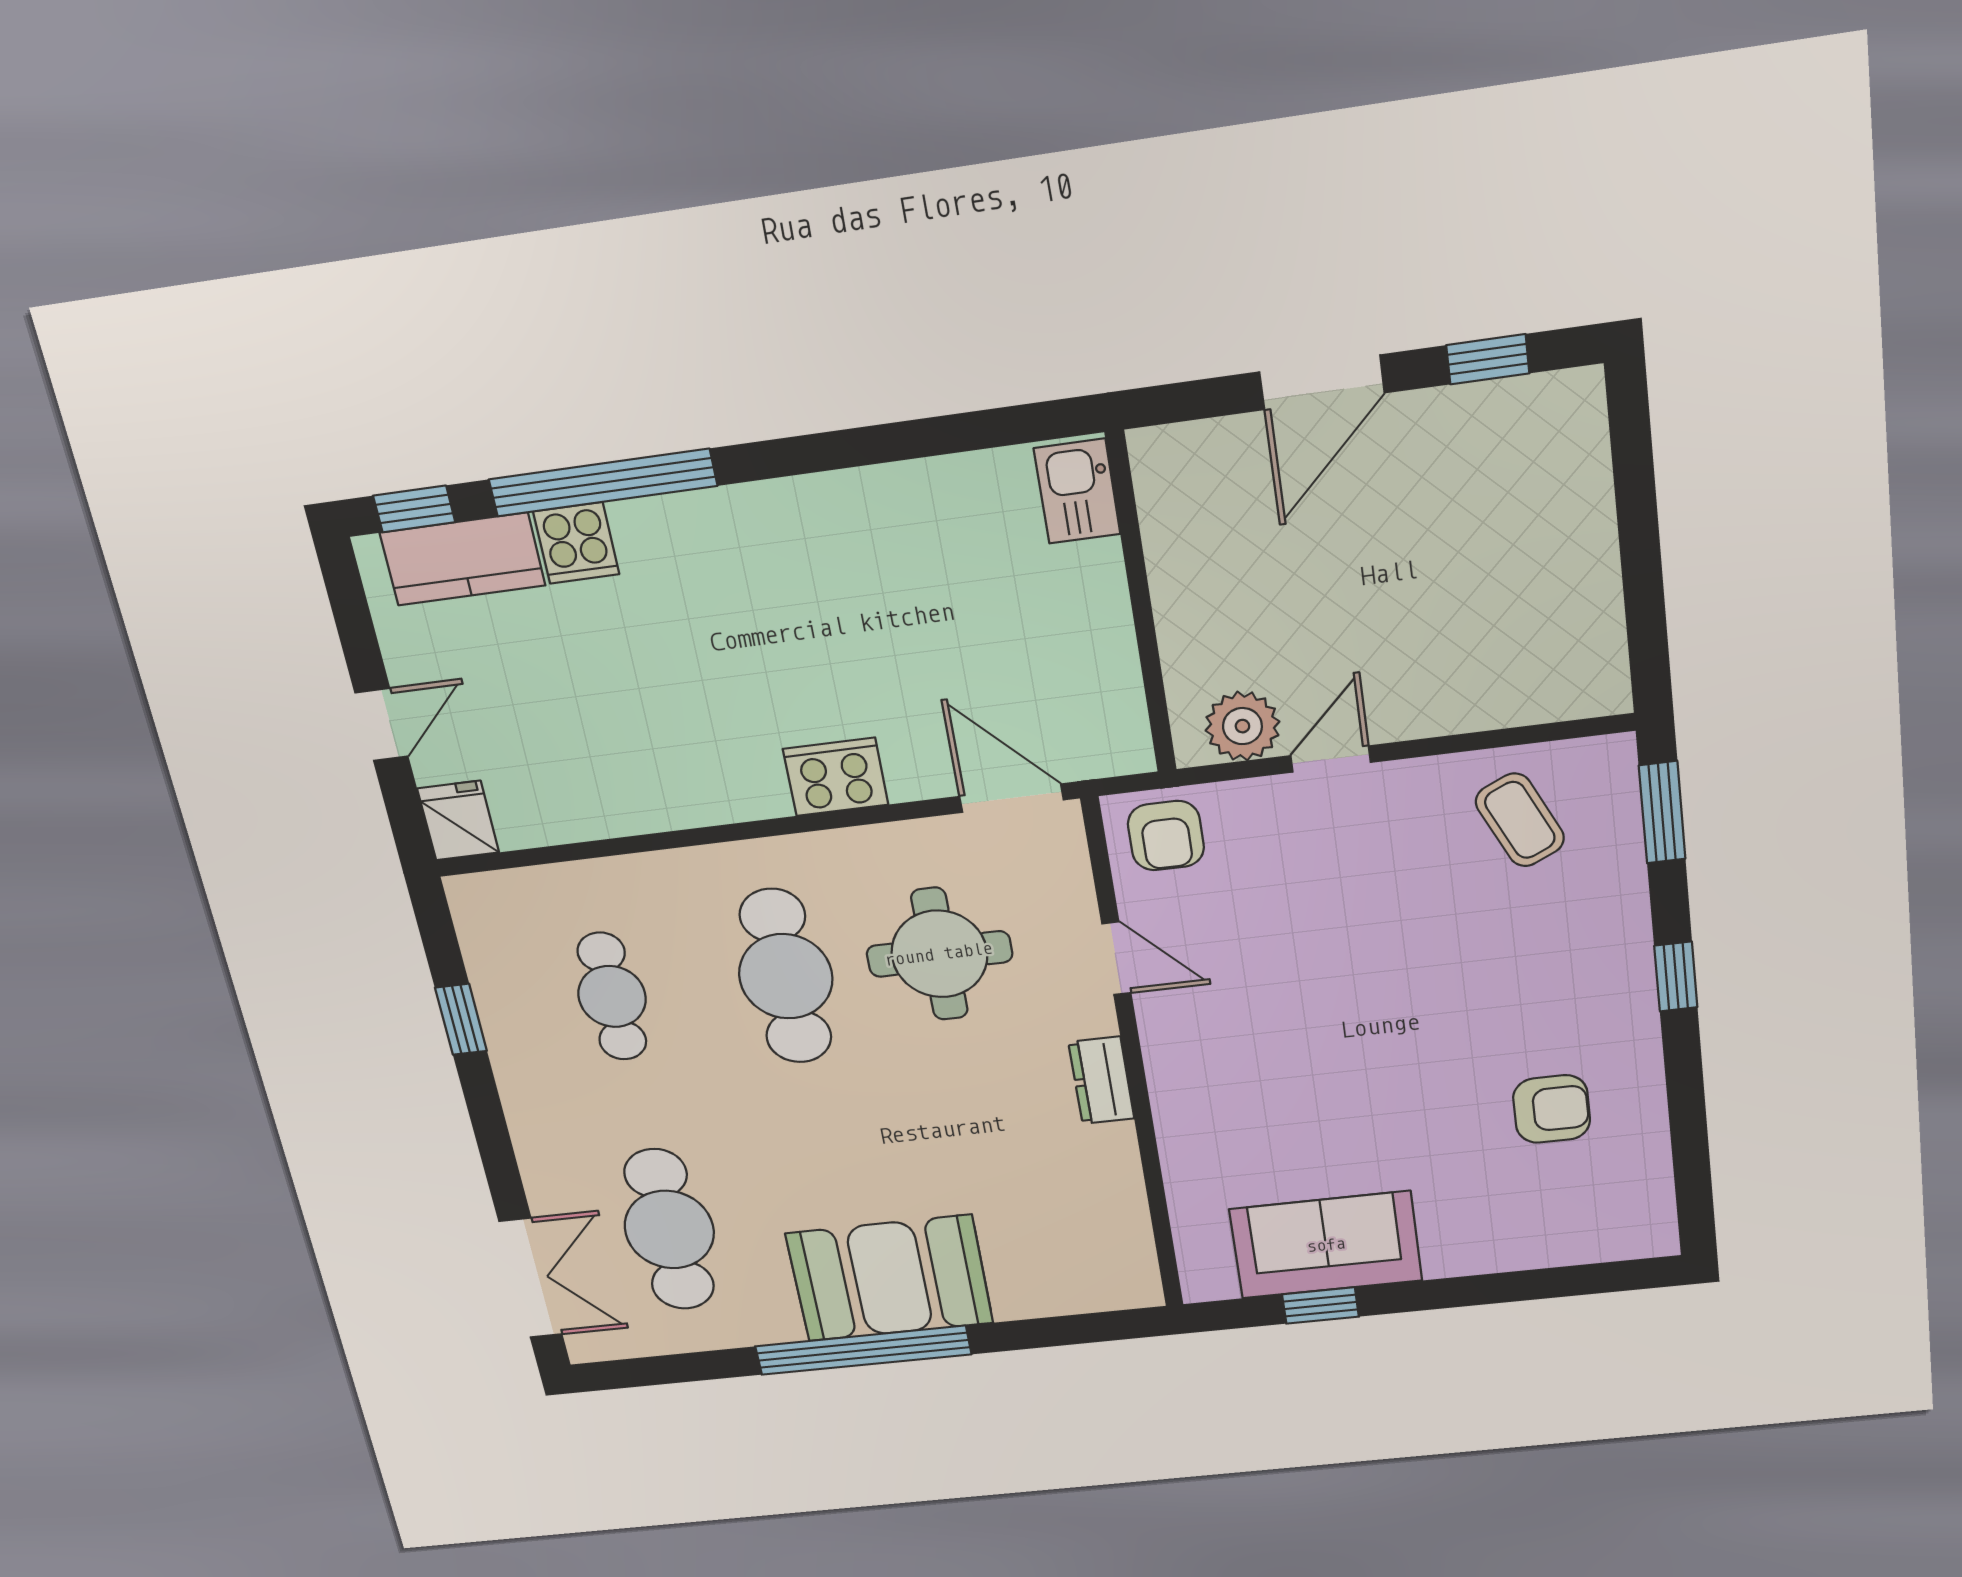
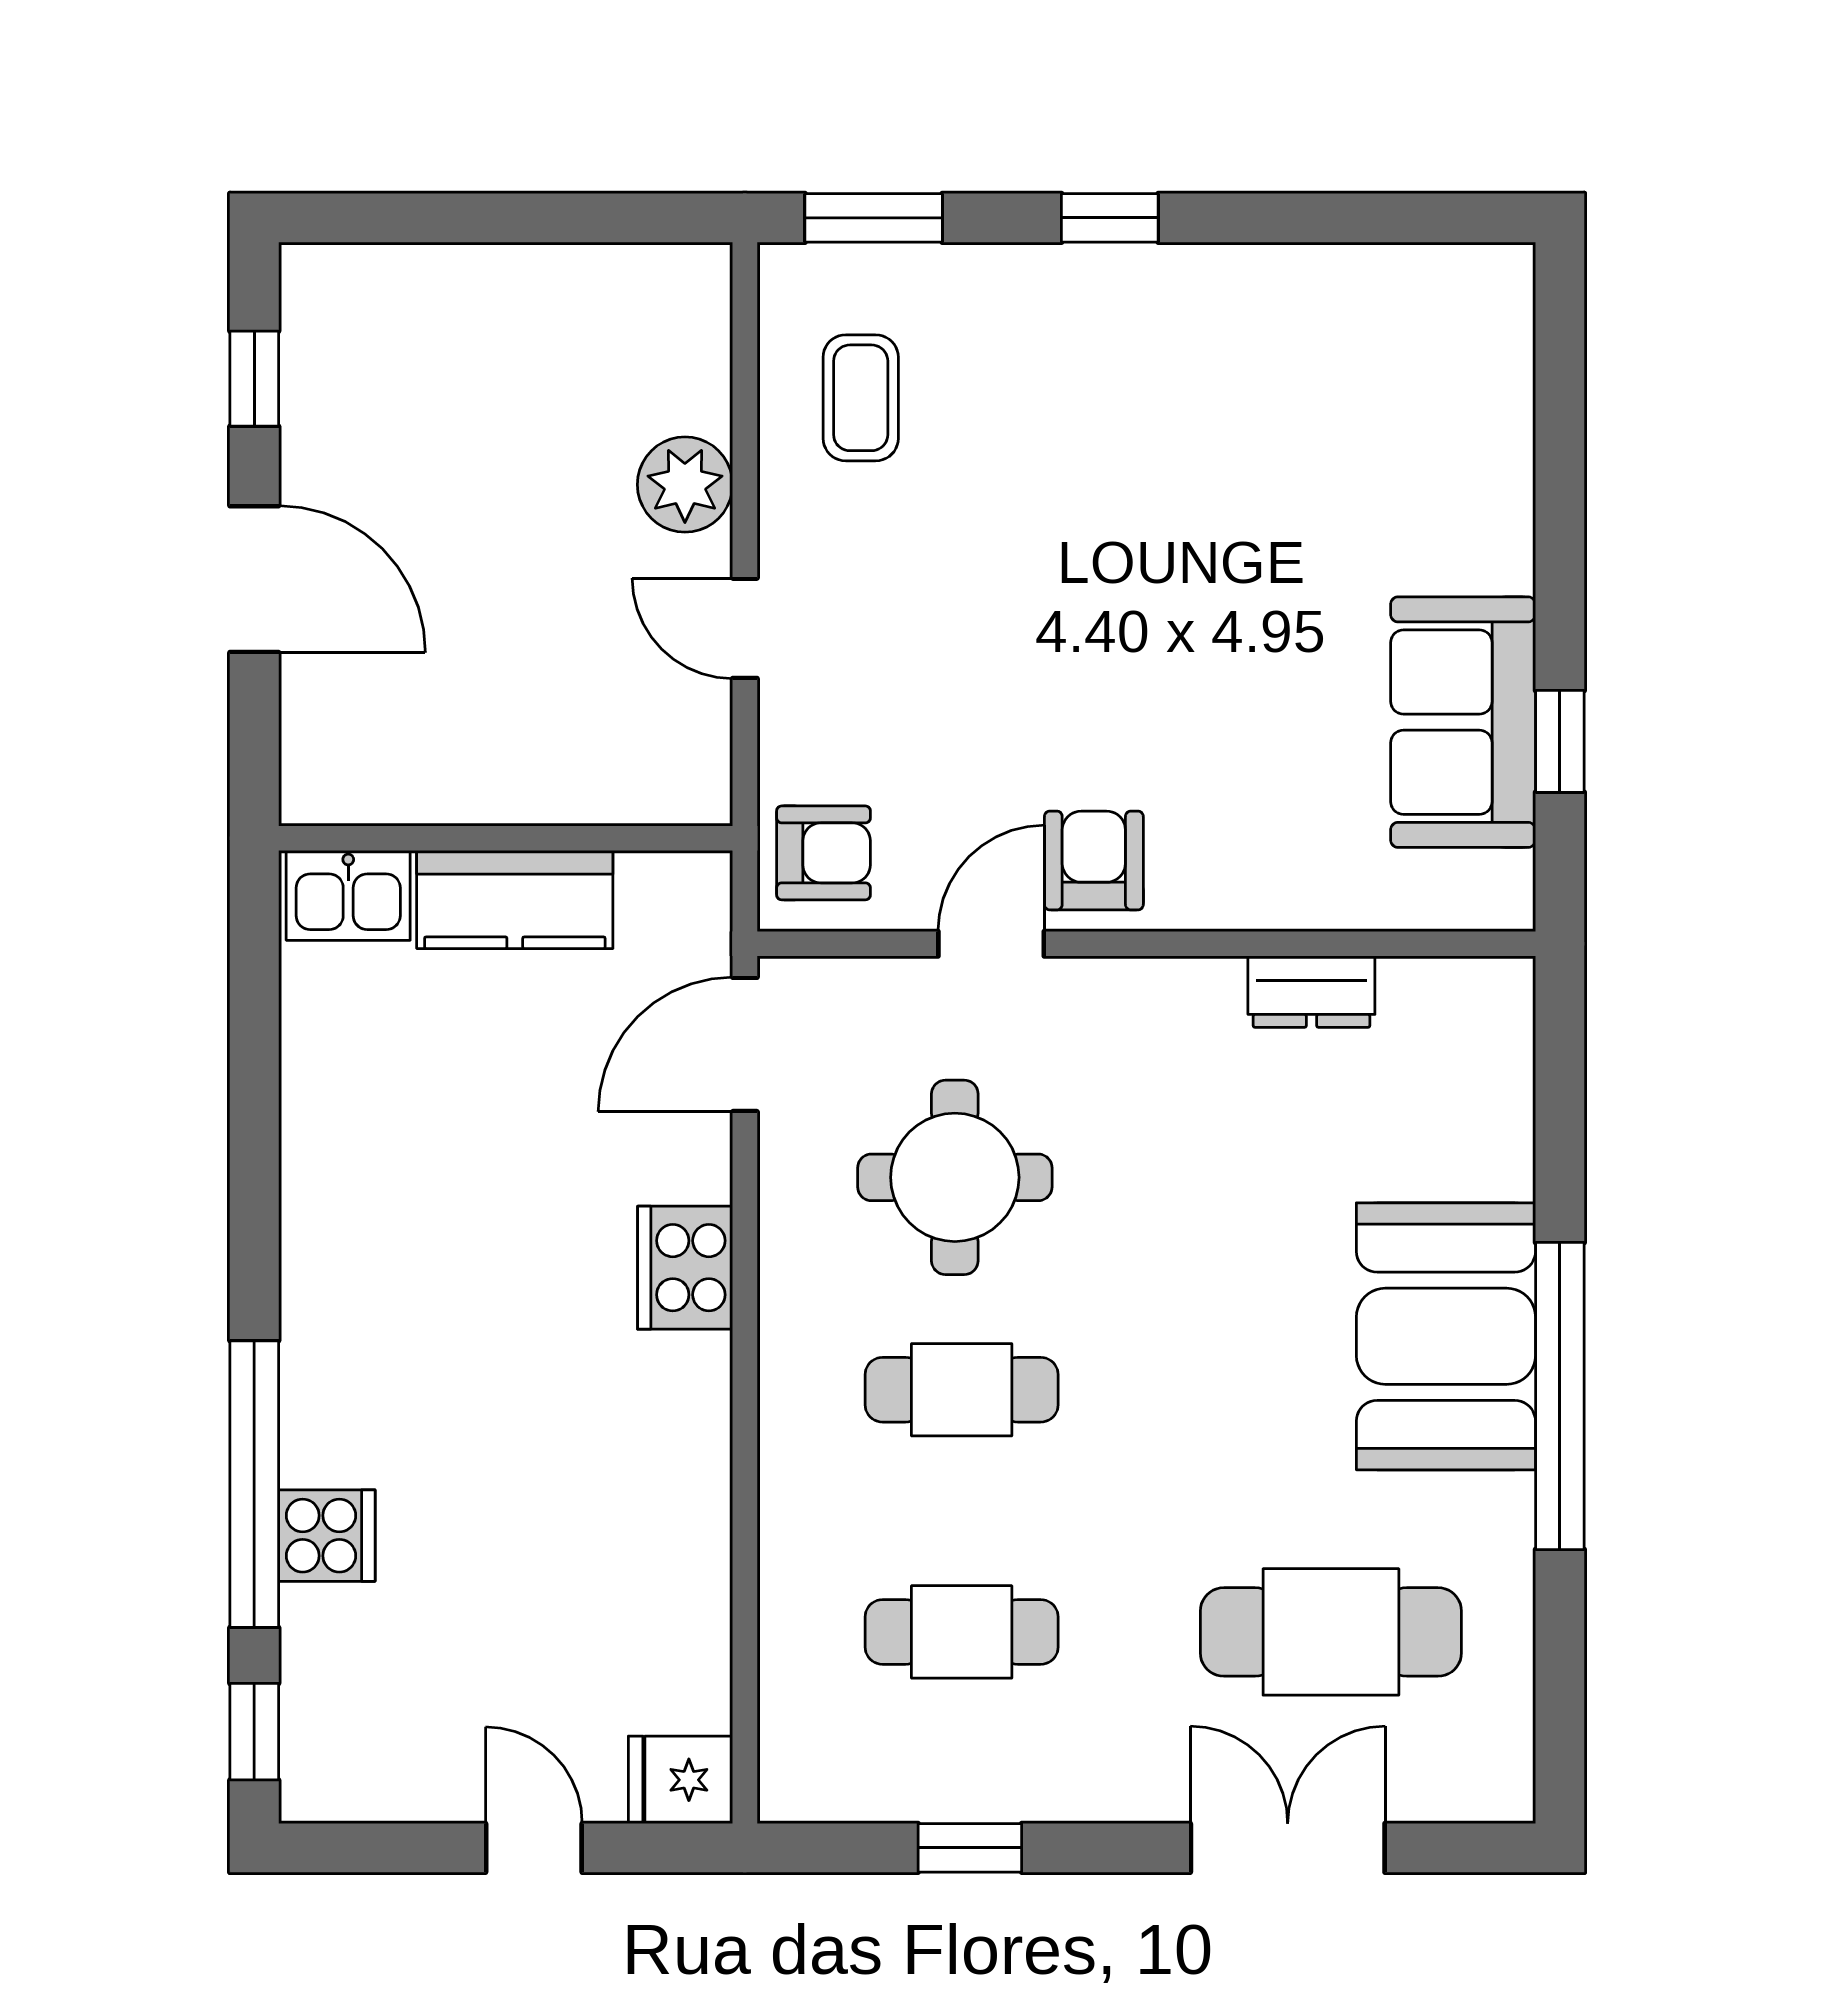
kitchen counter: (463, 559) -> (515, 900), moved, turned 90
plant: (1242, 726) -> (685, 485), moved
coffee table: (1520, 820) -> (861, 398), turned -65
cafe table: (786, 976) -> (962, 1390), width x0.73, depth x0.74
dresser: (1101, 1080) -> (1311, 992), moved
armchair: (1552, 1109) -> (1094, 861), moved
double door: (531, 1278) -> (1288, 1848), moved

